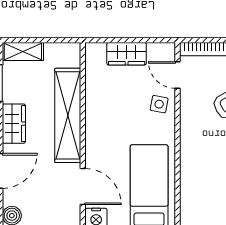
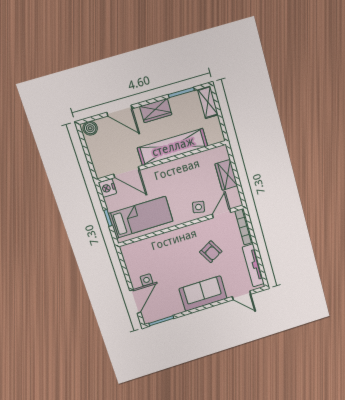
door: (83, 187) -> (126, 172), hinge flipped

